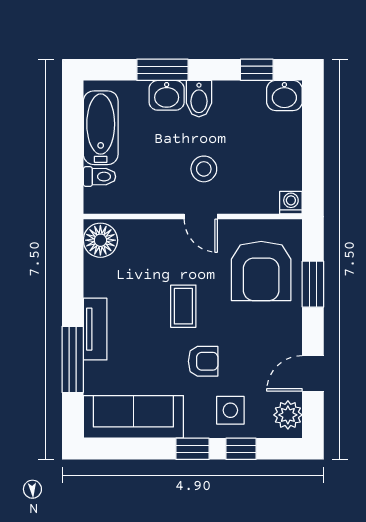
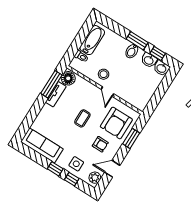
window: (162, 70) -> (137, 41), moved
washbasin: (167, 95) -> (149, 60), moved
stool: (204, 169) -> (104, 74), moved
washing machine: (291, 203) -> (141, 106), removed
tv unit: (95, 329) -> (56, 94), moved
window: (73, 359) -> (51, 84), moved
armchair: (203, 361) -> (100, 144), moved

